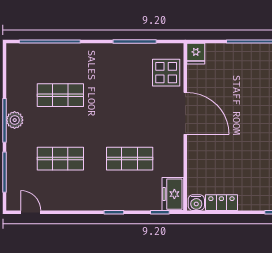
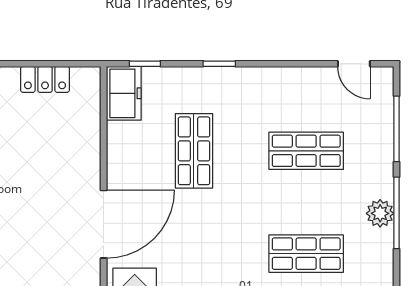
door: (185, 113) -> (104, 224), swing flipped
shop shelf: (130, 159) -> (194, 151), turned 90
water cooler: (196, 203) -> (86, 79), removed

